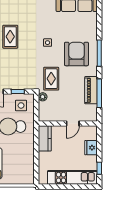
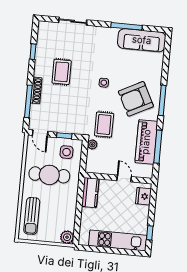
armchair: (76, 54) -> (136, 99), turned -117
piano: (91, 90) -> (146, 142), width x1.37, depth x1.33
door: (73, 124) -> (124, 179), swing flipped
fridge: (91, 148) -> (144, 196), moved
plant: (28, 179) -> (67, 237), added

